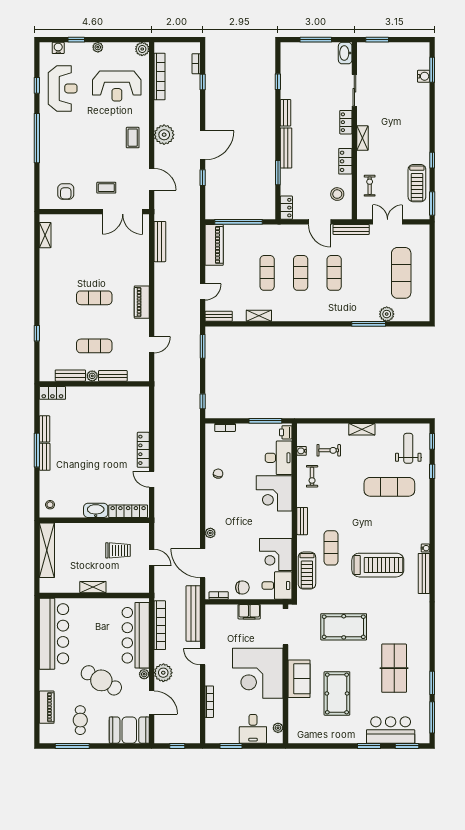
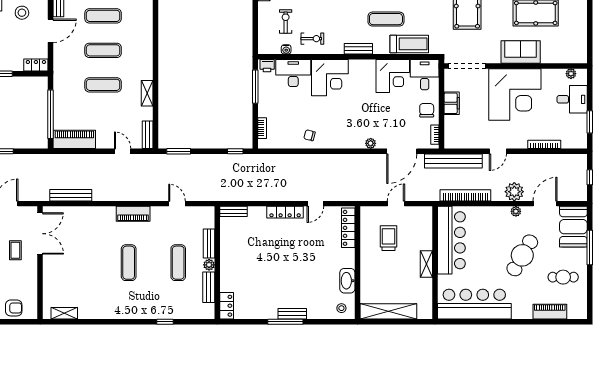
armchair: (66, 191) -> (14, 308), moved
bench: (44, 429) -> (233, 211), moved
washbasin: (96, 510) -> (347, 281), moved
bar counter: (136, 635) -> (451, 240), moved, turned -90
window: (72, 746) -> (590, 247), moved

